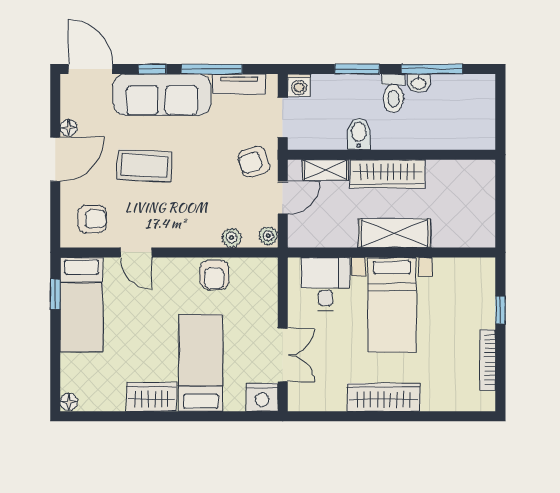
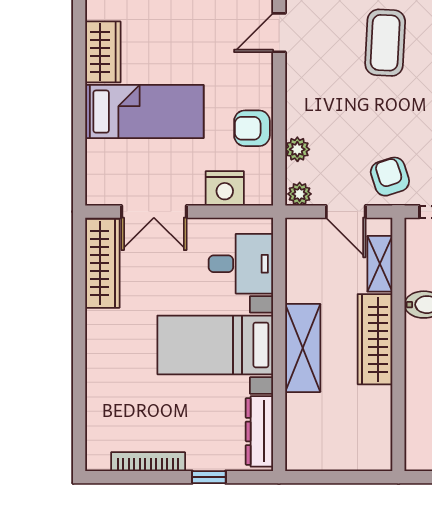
dresser: (463, 269) -> (259, 431), added
nightstand: (262, 397) -> (225, 188), moved, turned -90
wardrobe: (384, 397) -> (102, 263), moved

